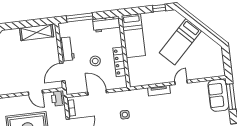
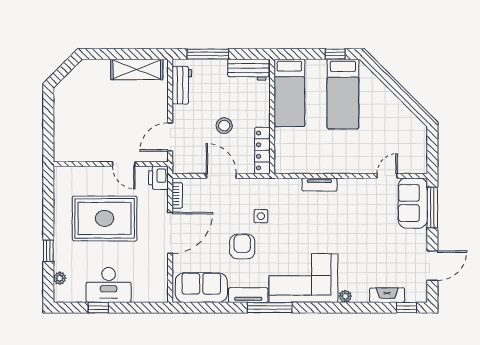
bed: (180, 42) -> (343, 94), moved, turned -45
workbench: (67, 49) -> (182, 85), moved
locker: (119, 62) -> (262, 151), moved
door: (181, 82) -> (387, 176), moved

